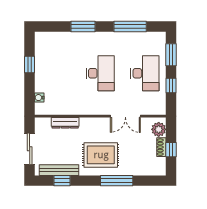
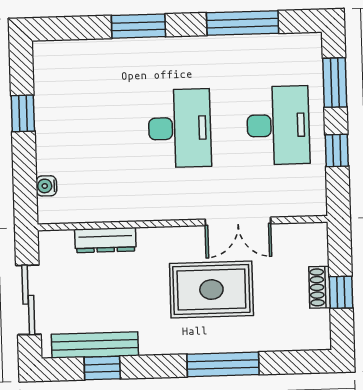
plant: (159, 129) -> (312, 248), removed
rug: (101, 155) -> (211, 290), moved

